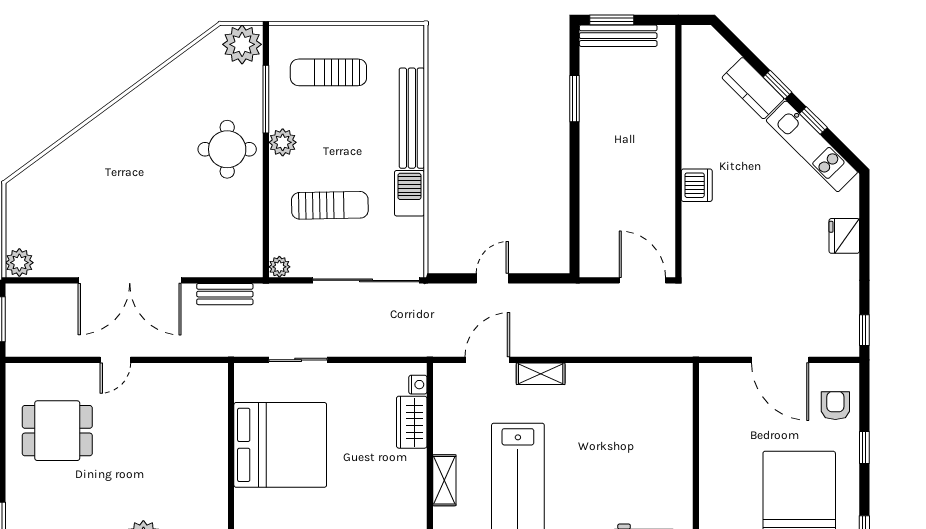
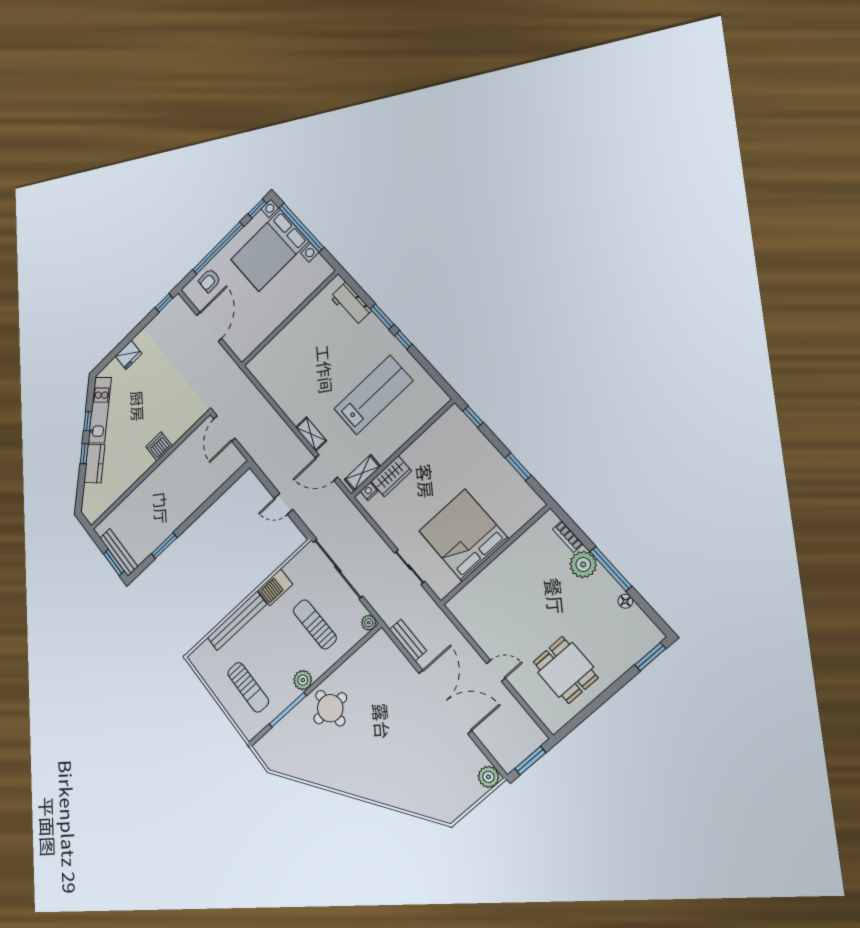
plant: (242, 44) -> (270, 749), removed
window: (864, 448) -> (218, 248), width x3.17
shelving: (444, 480) -> (362, 473), moved

